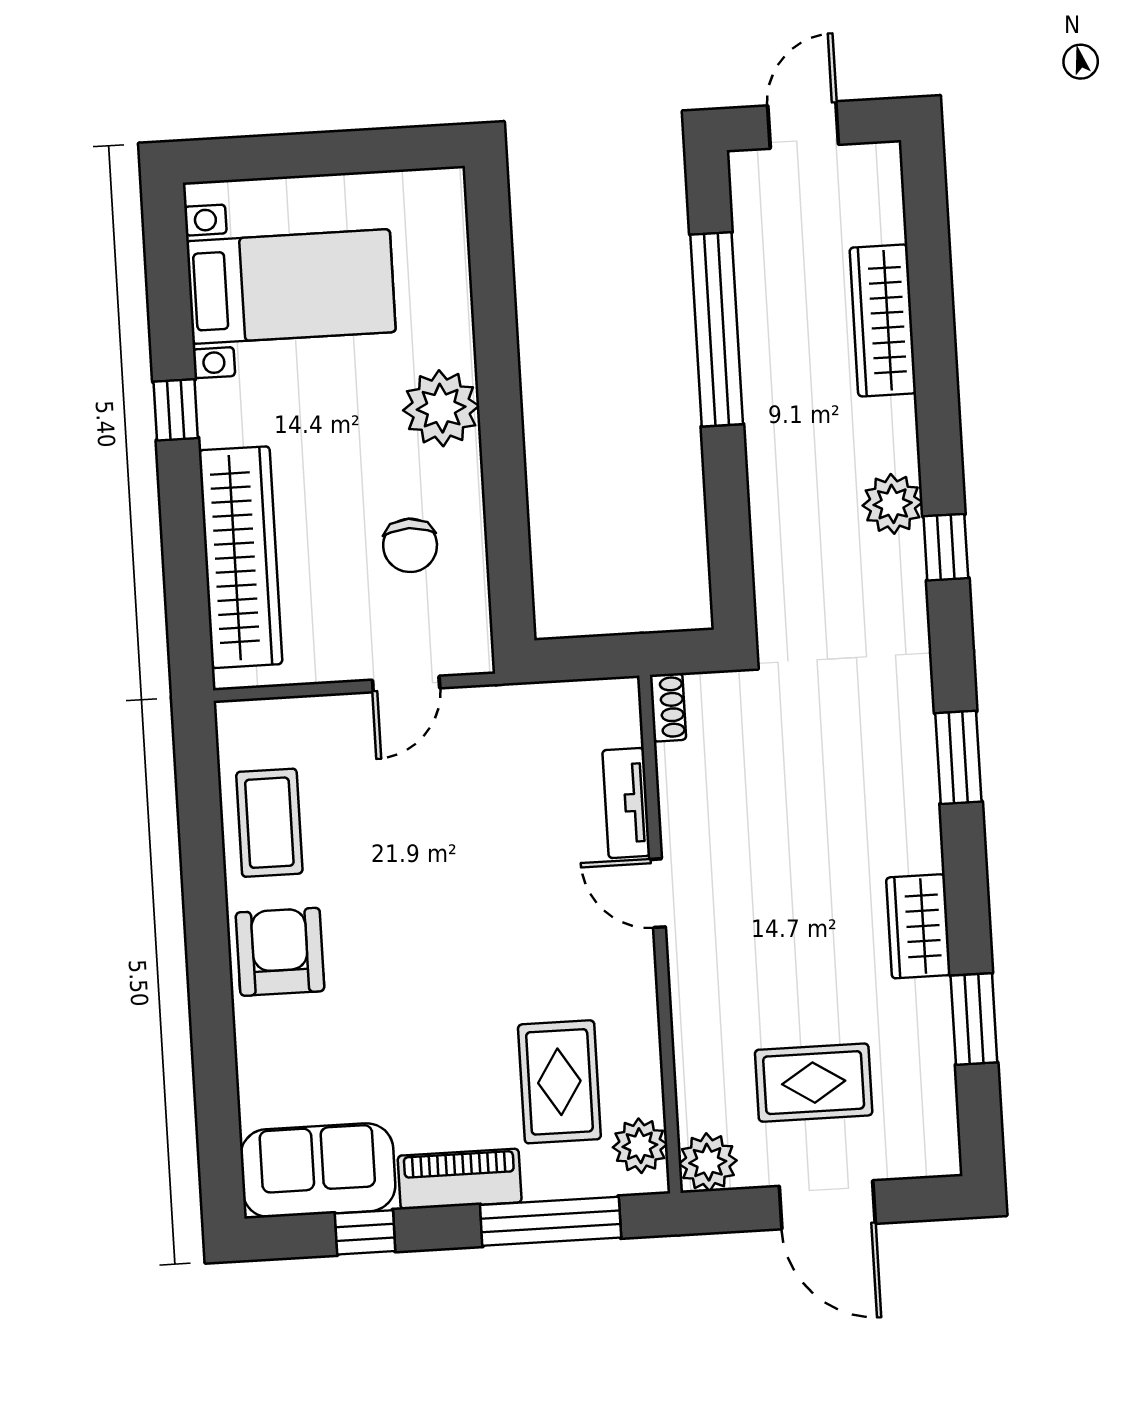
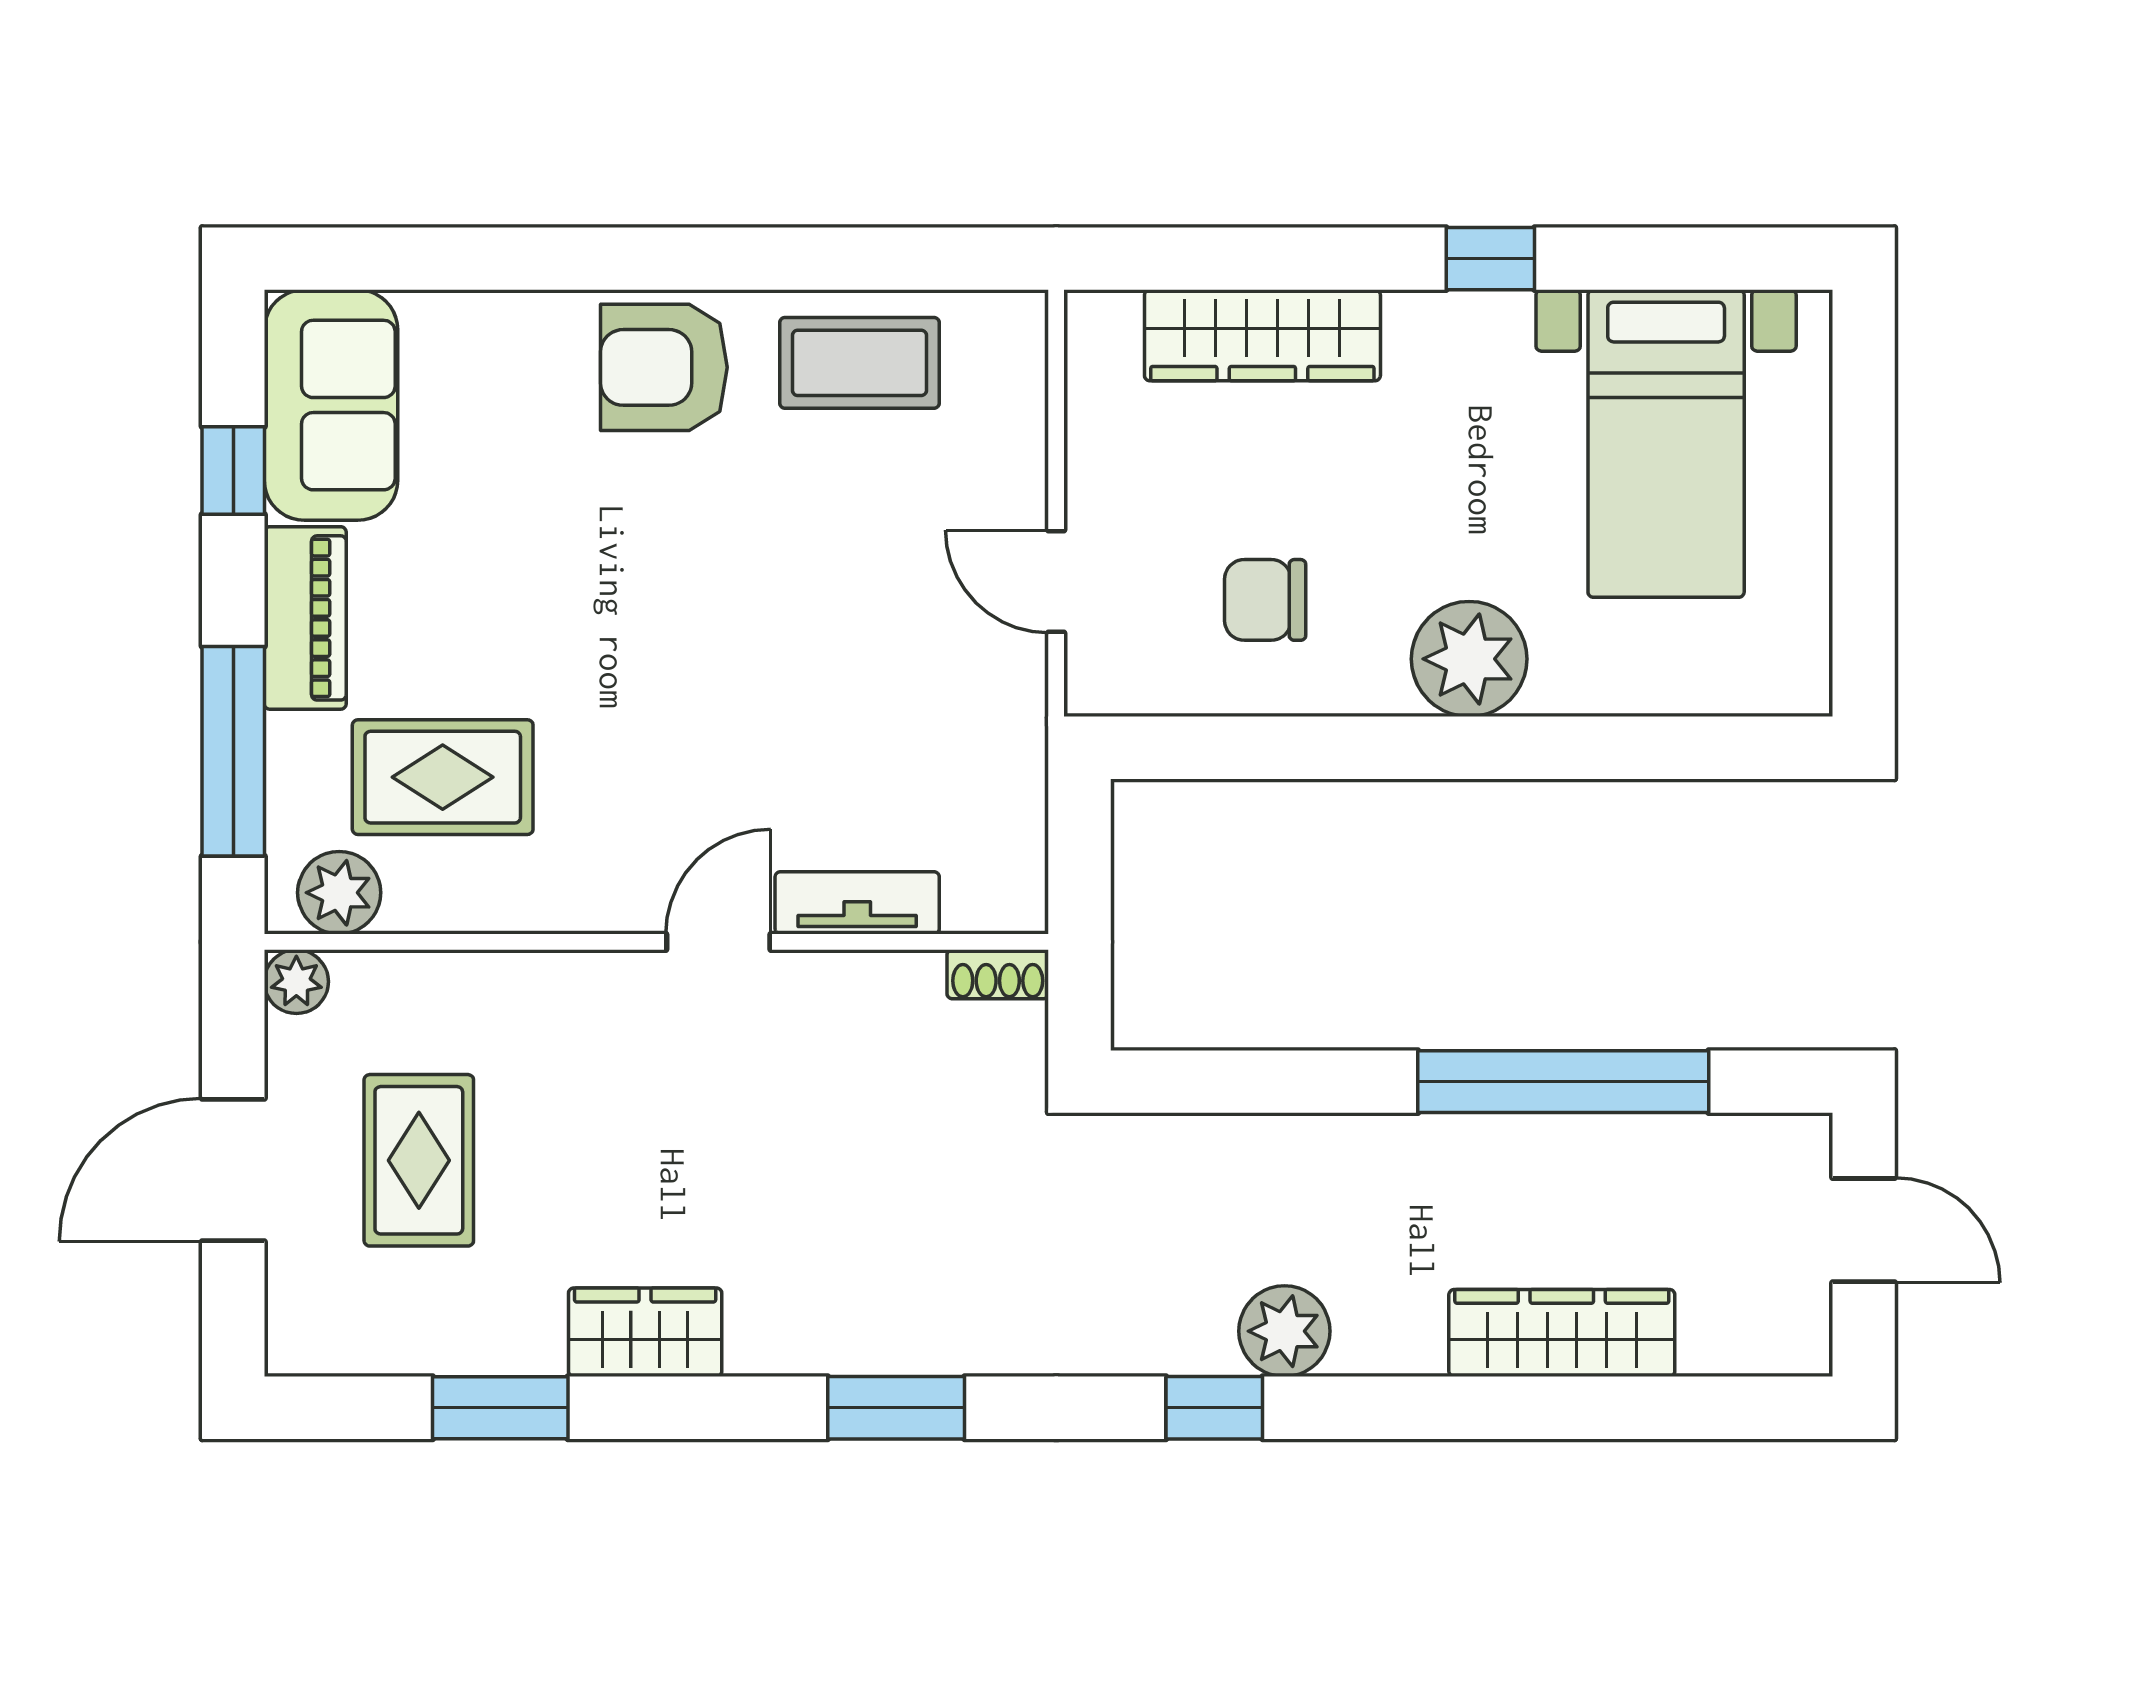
wardrobe: (240, 557) -> (1262, 335), width x0.71, depth x0.85
armchair: (280, 952) -> (664, 367), turned 180
plant: (708, 1162) -> (296, 982), width x0.73, depth x0.73

